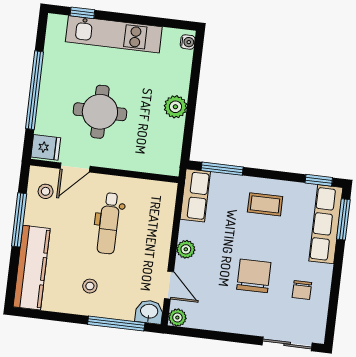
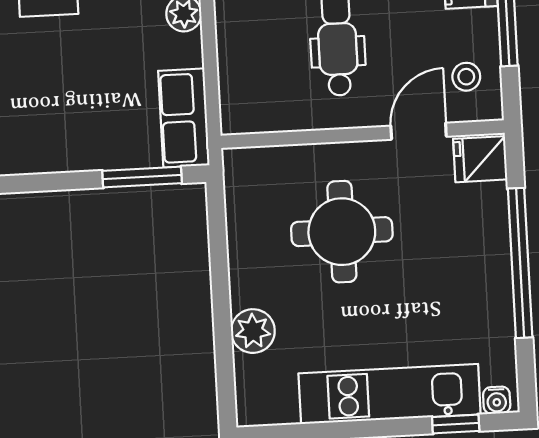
water cooler: (188, 42) -> (497, 400), moved, turned -90
plant: (175, 107) -> (253, 331), moved
round table: (100, 112) -> (342, 232), moved
coffee table: (265, 204) -> (50, 124), removed

